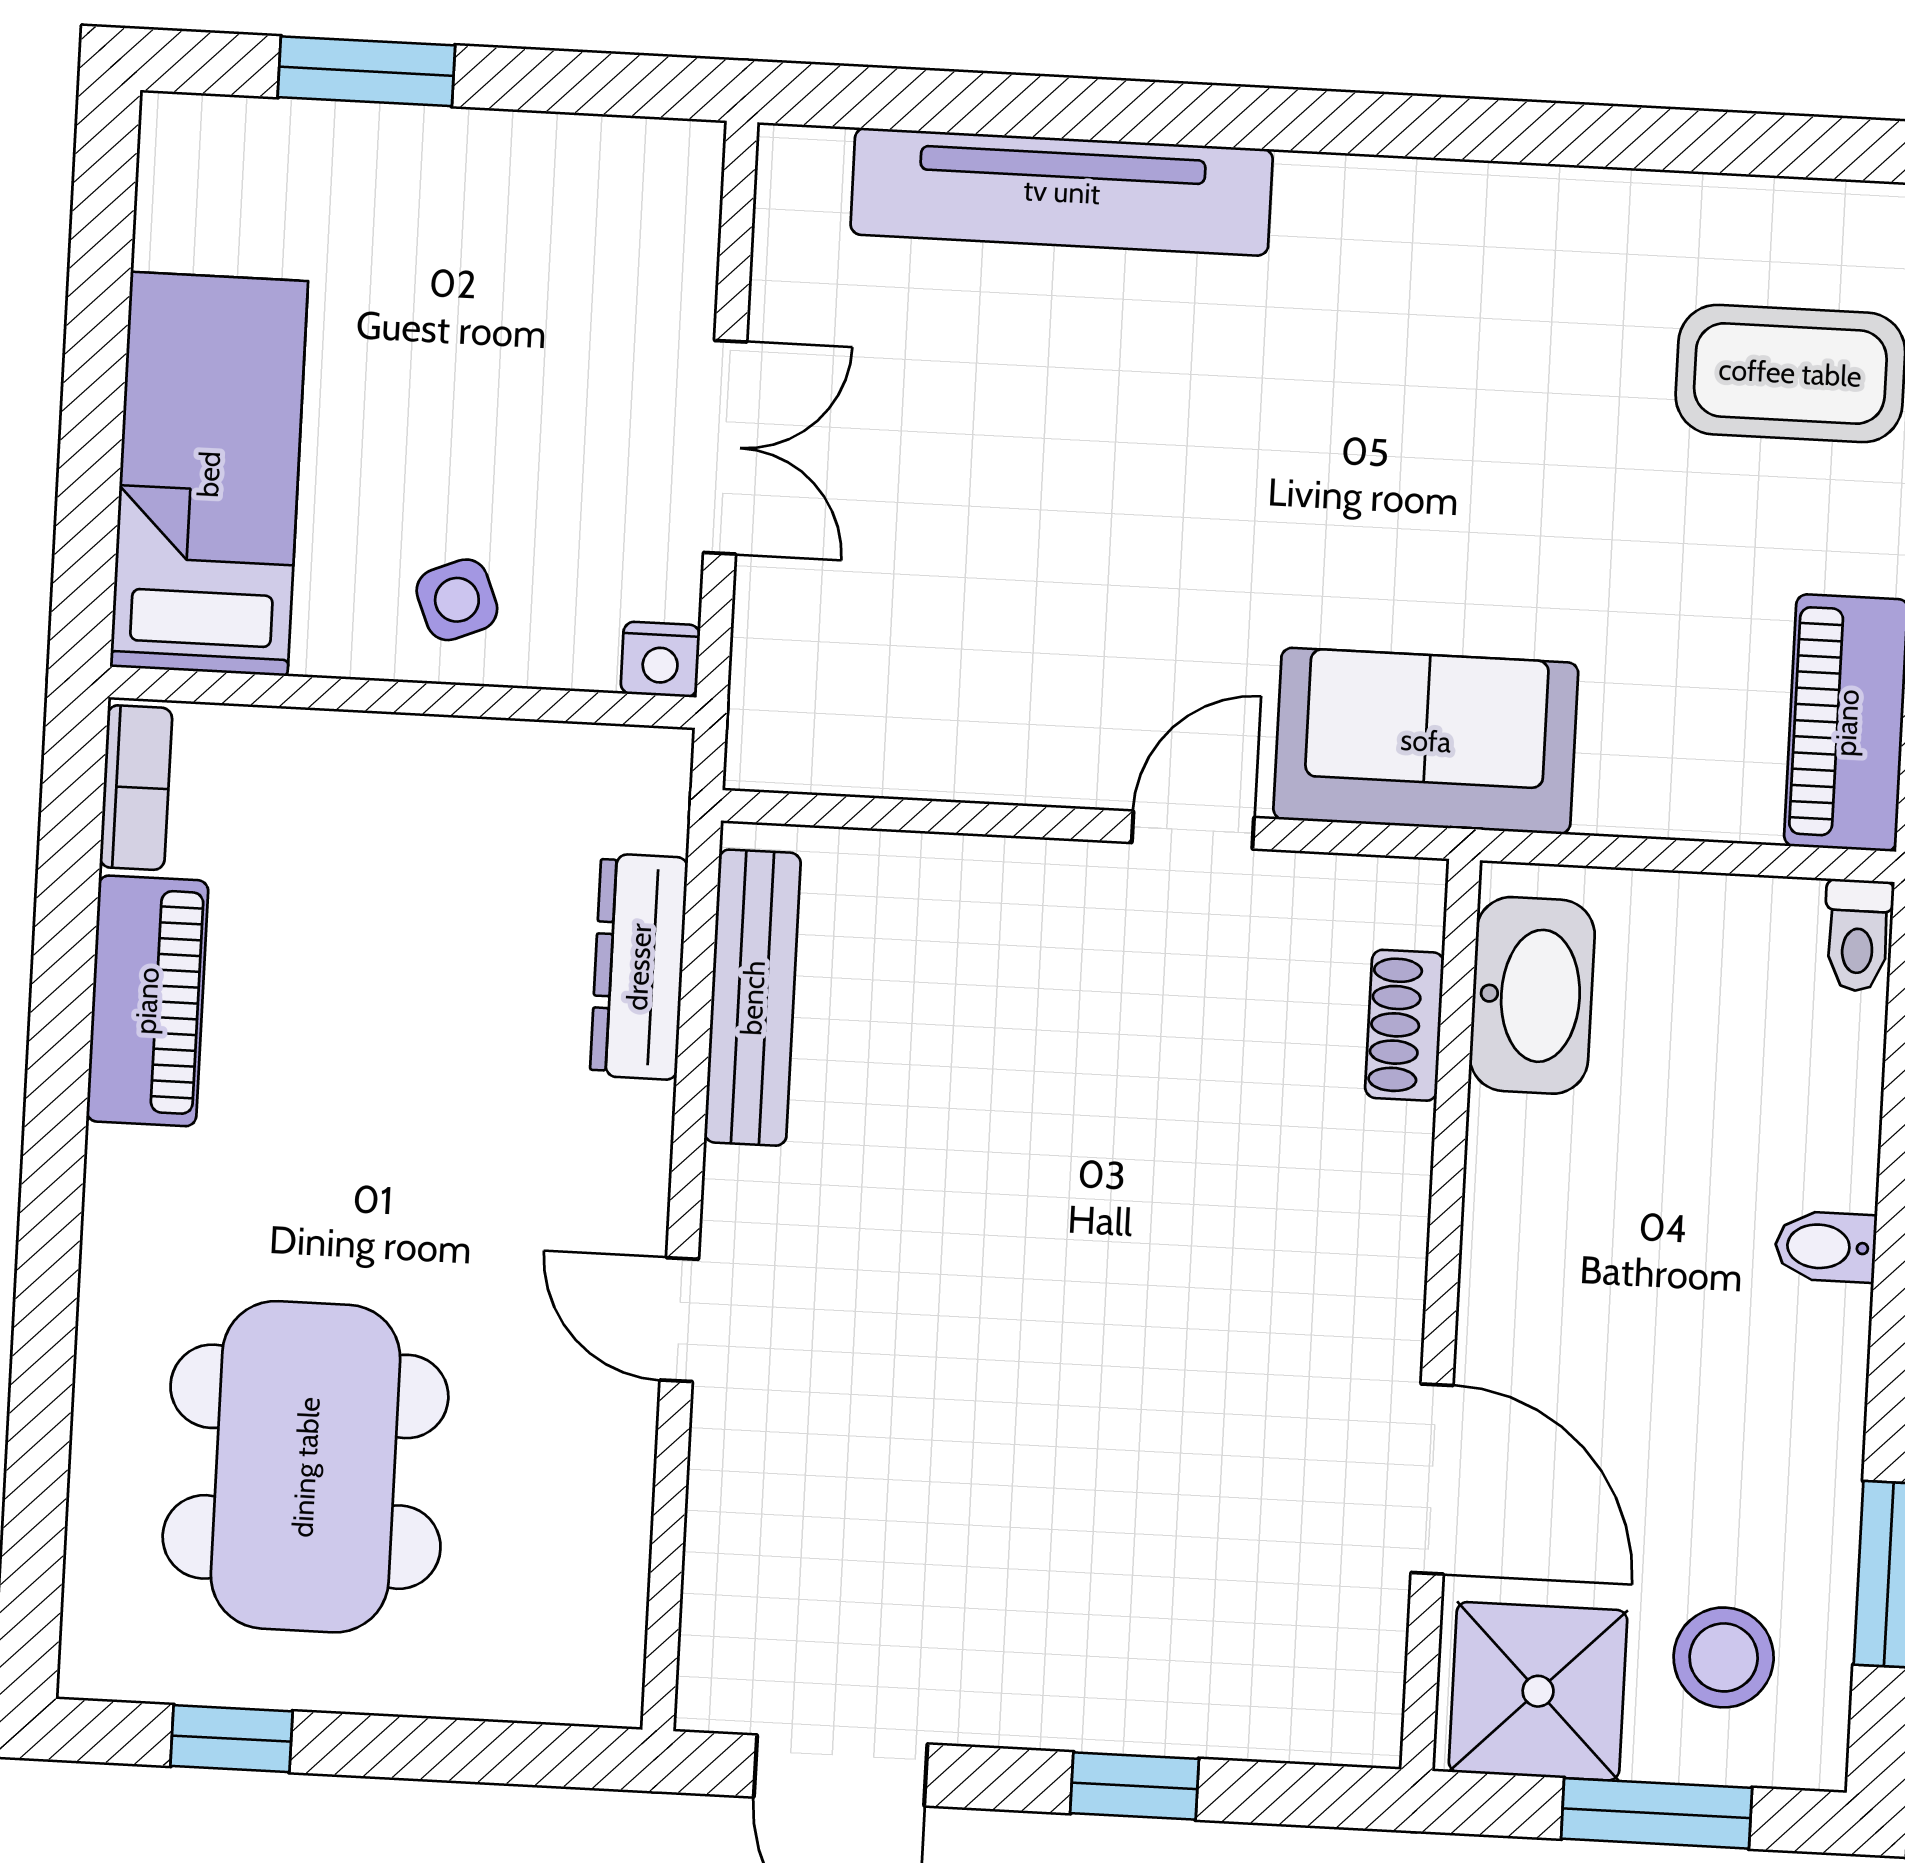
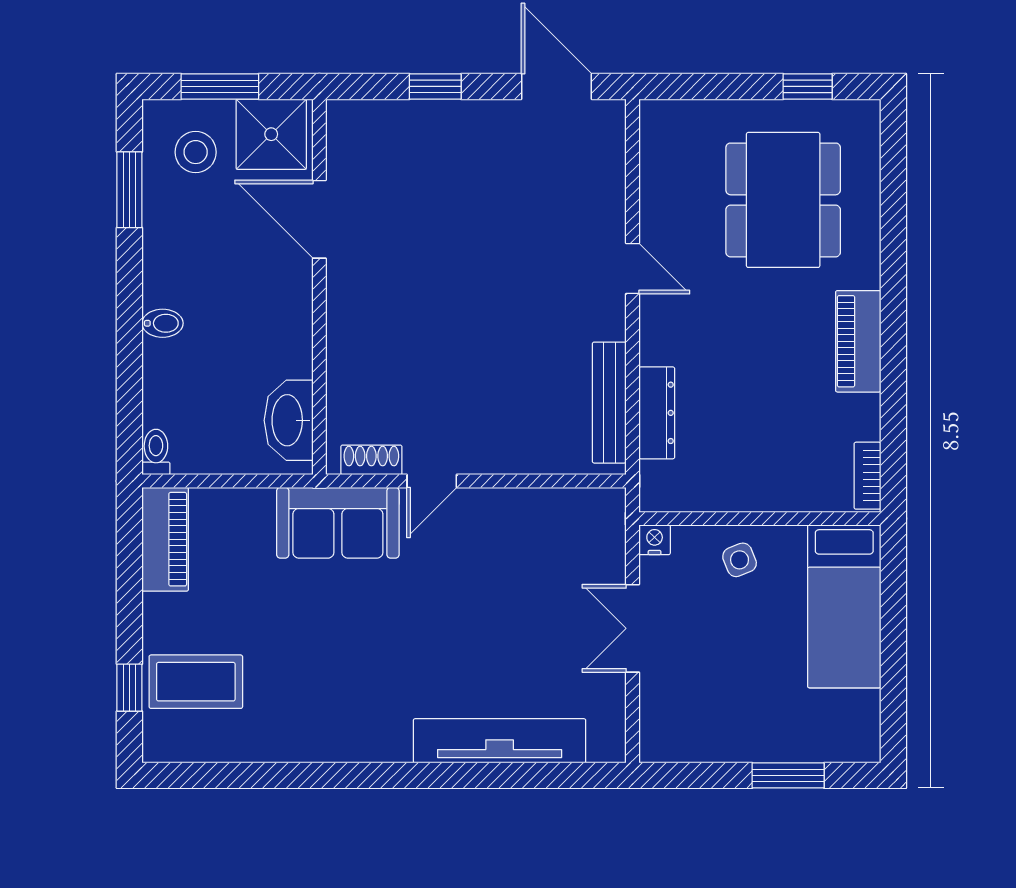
piano: (147, 1001) -> (858, 341), moved
shoe rack: (1405, 1025) -> (371, 460), moved, turned -90

